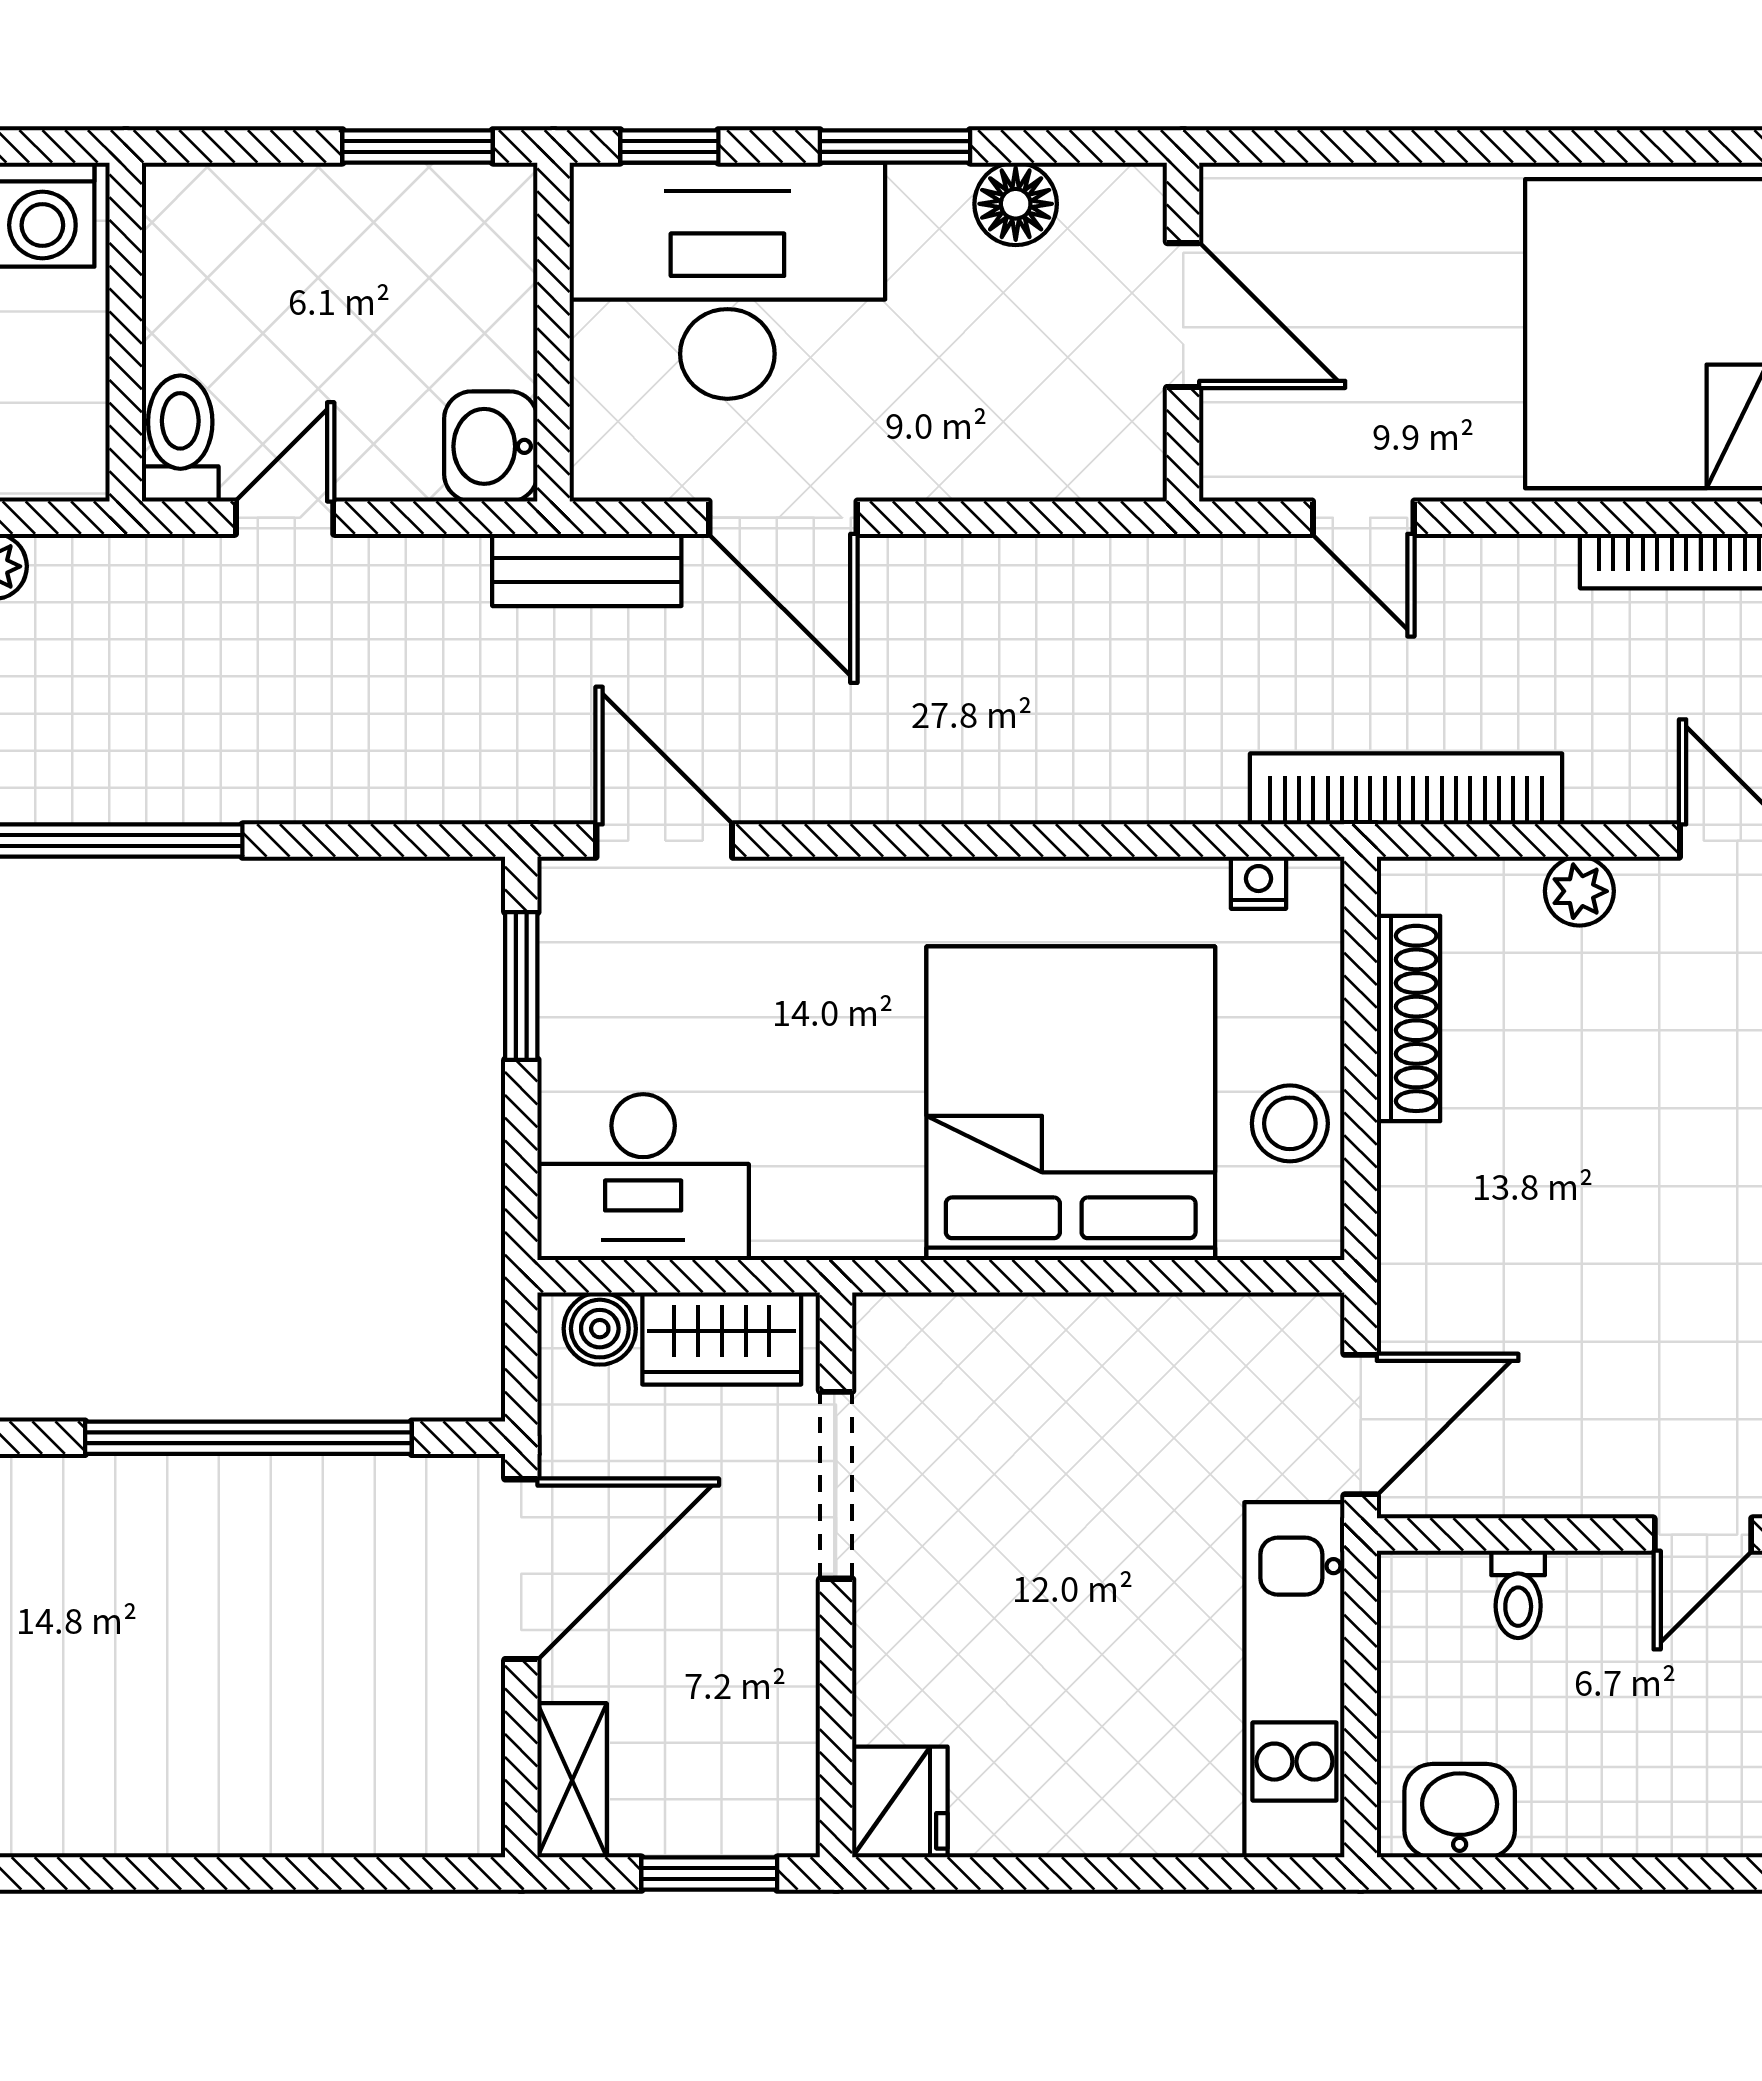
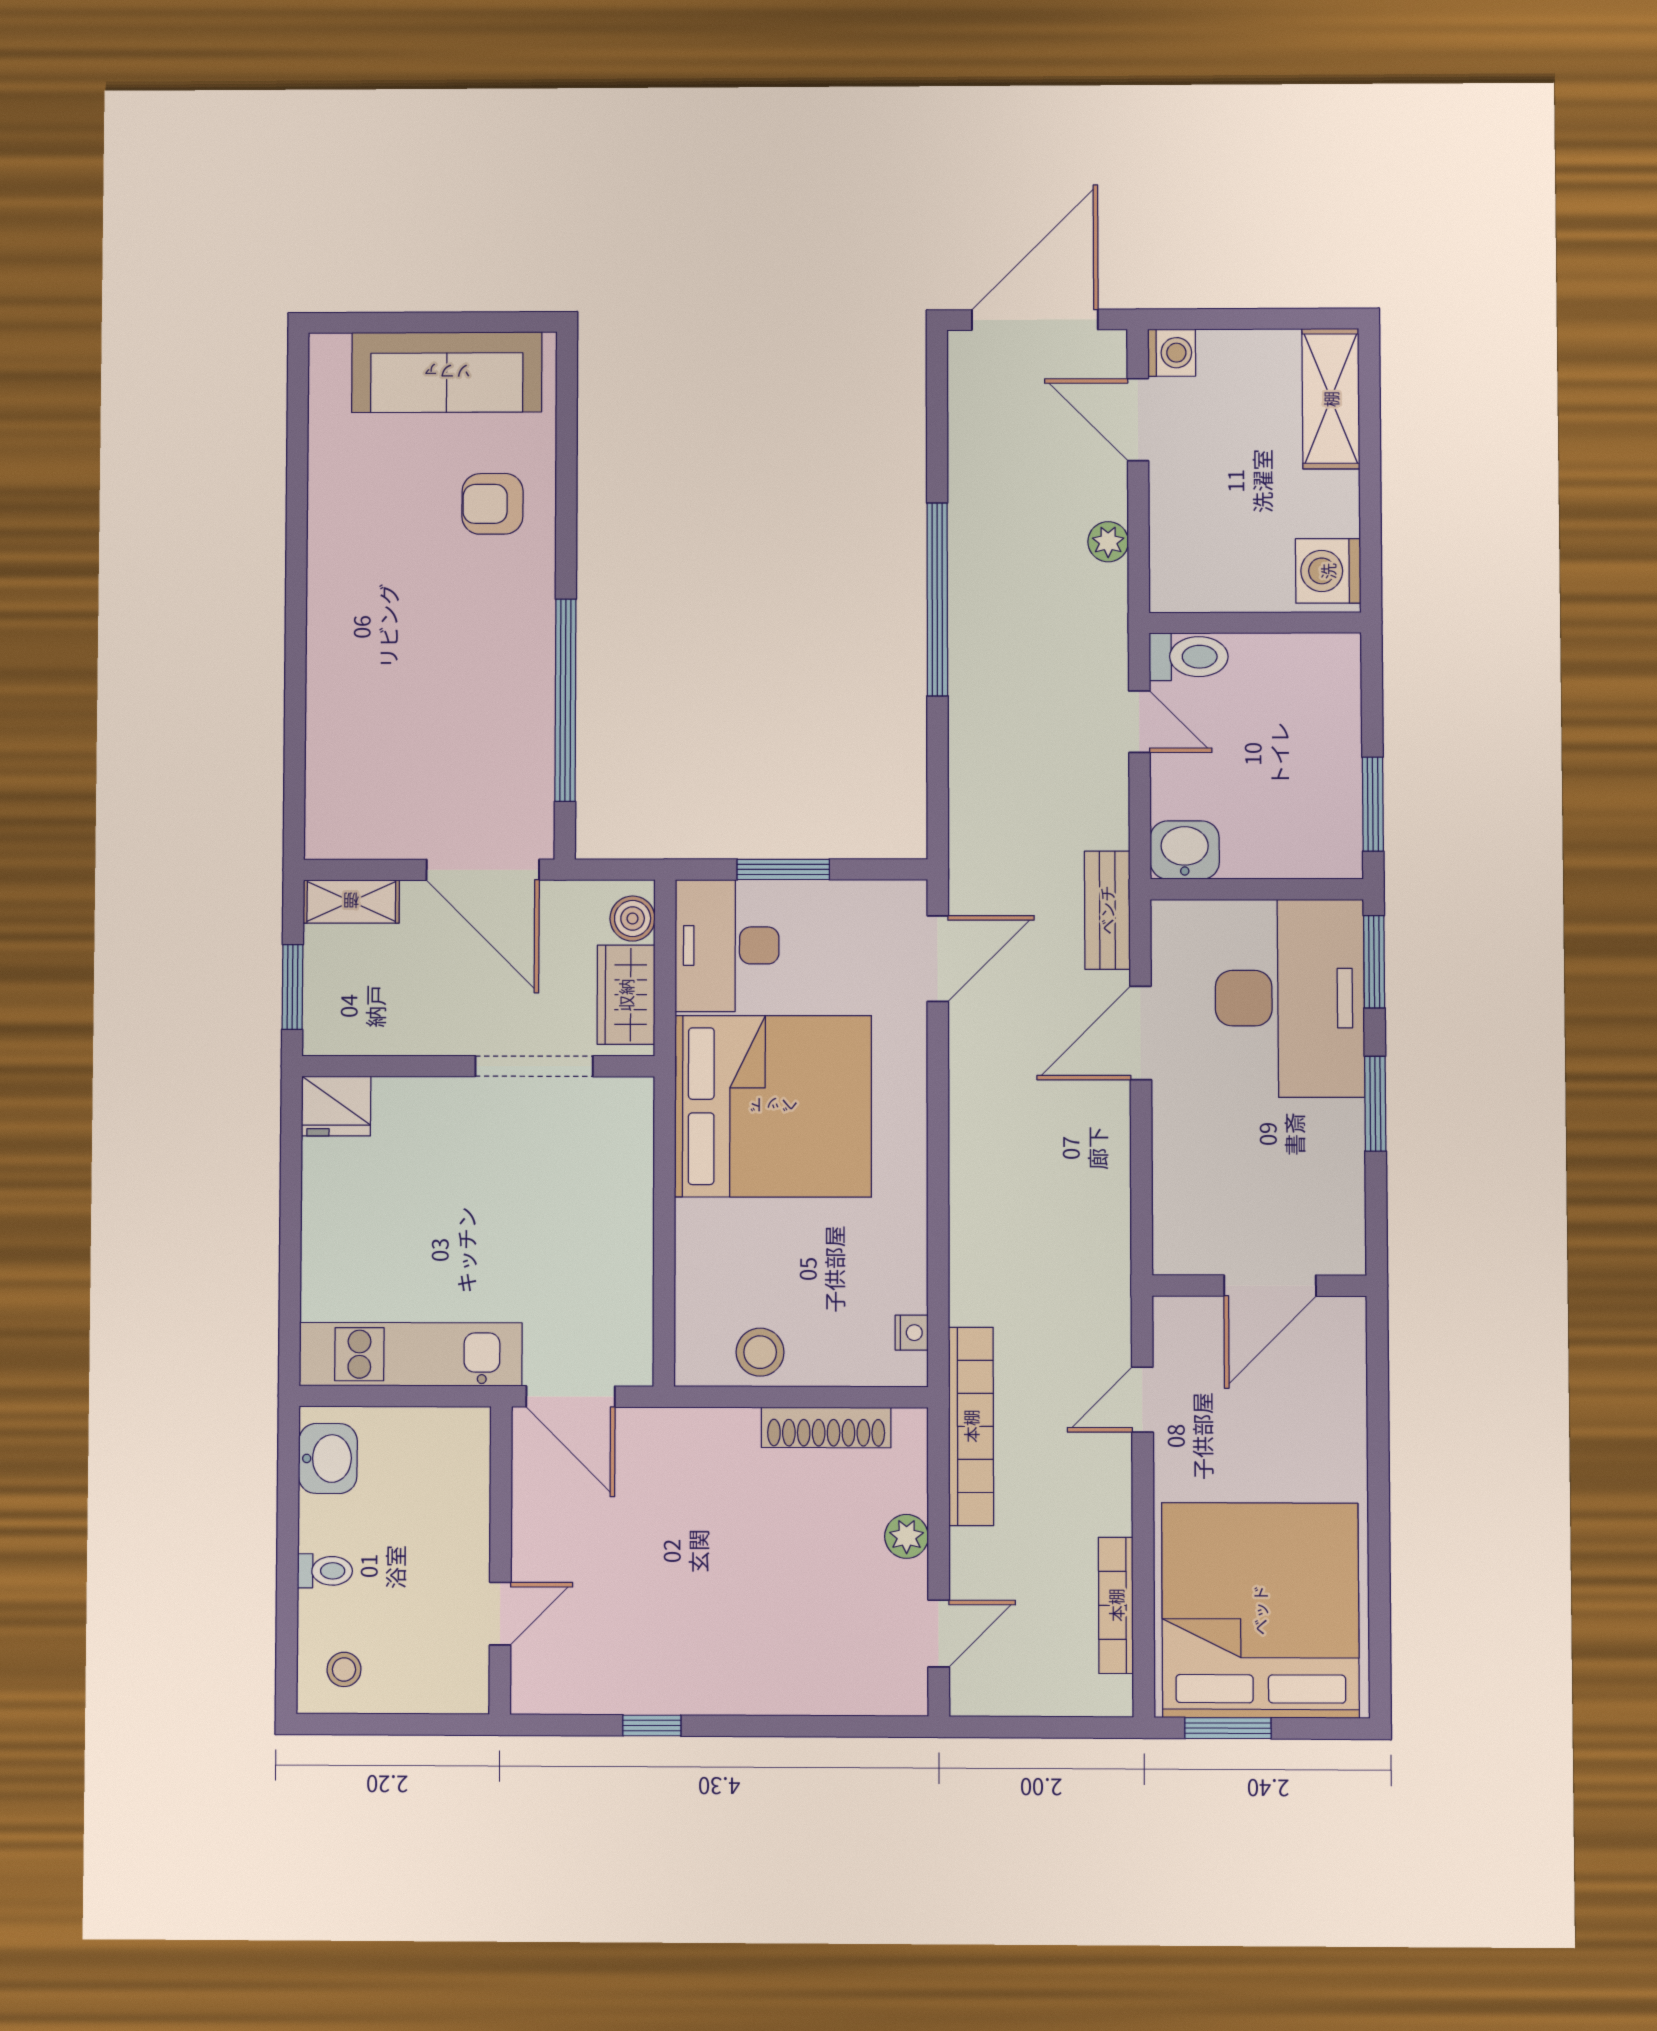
window: (669, 146) -> (1374, 962), width x1.50
floor lamp: (1016, 204) -> (1340, 1180), removed
window: (521, 986) -> (783, 869), moved
bed: (1071, 1103) -> (773, 1106), moved
door: (1703, 1535) -> (500, 1614), swing flipped
toilet: (1518, 1594) -> (325, 1571), moved, turned 180

